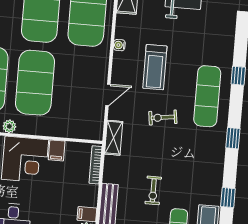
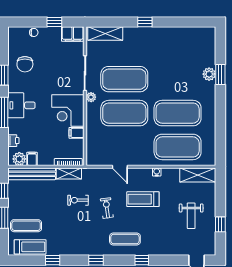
exercise mat: (207, 96) -> (125, 239), width x0.73, depth x0.69
shelving: (114, 138) -> (69, 174), moved
exercise bike: (153, 190) -> (78, 200), moved

